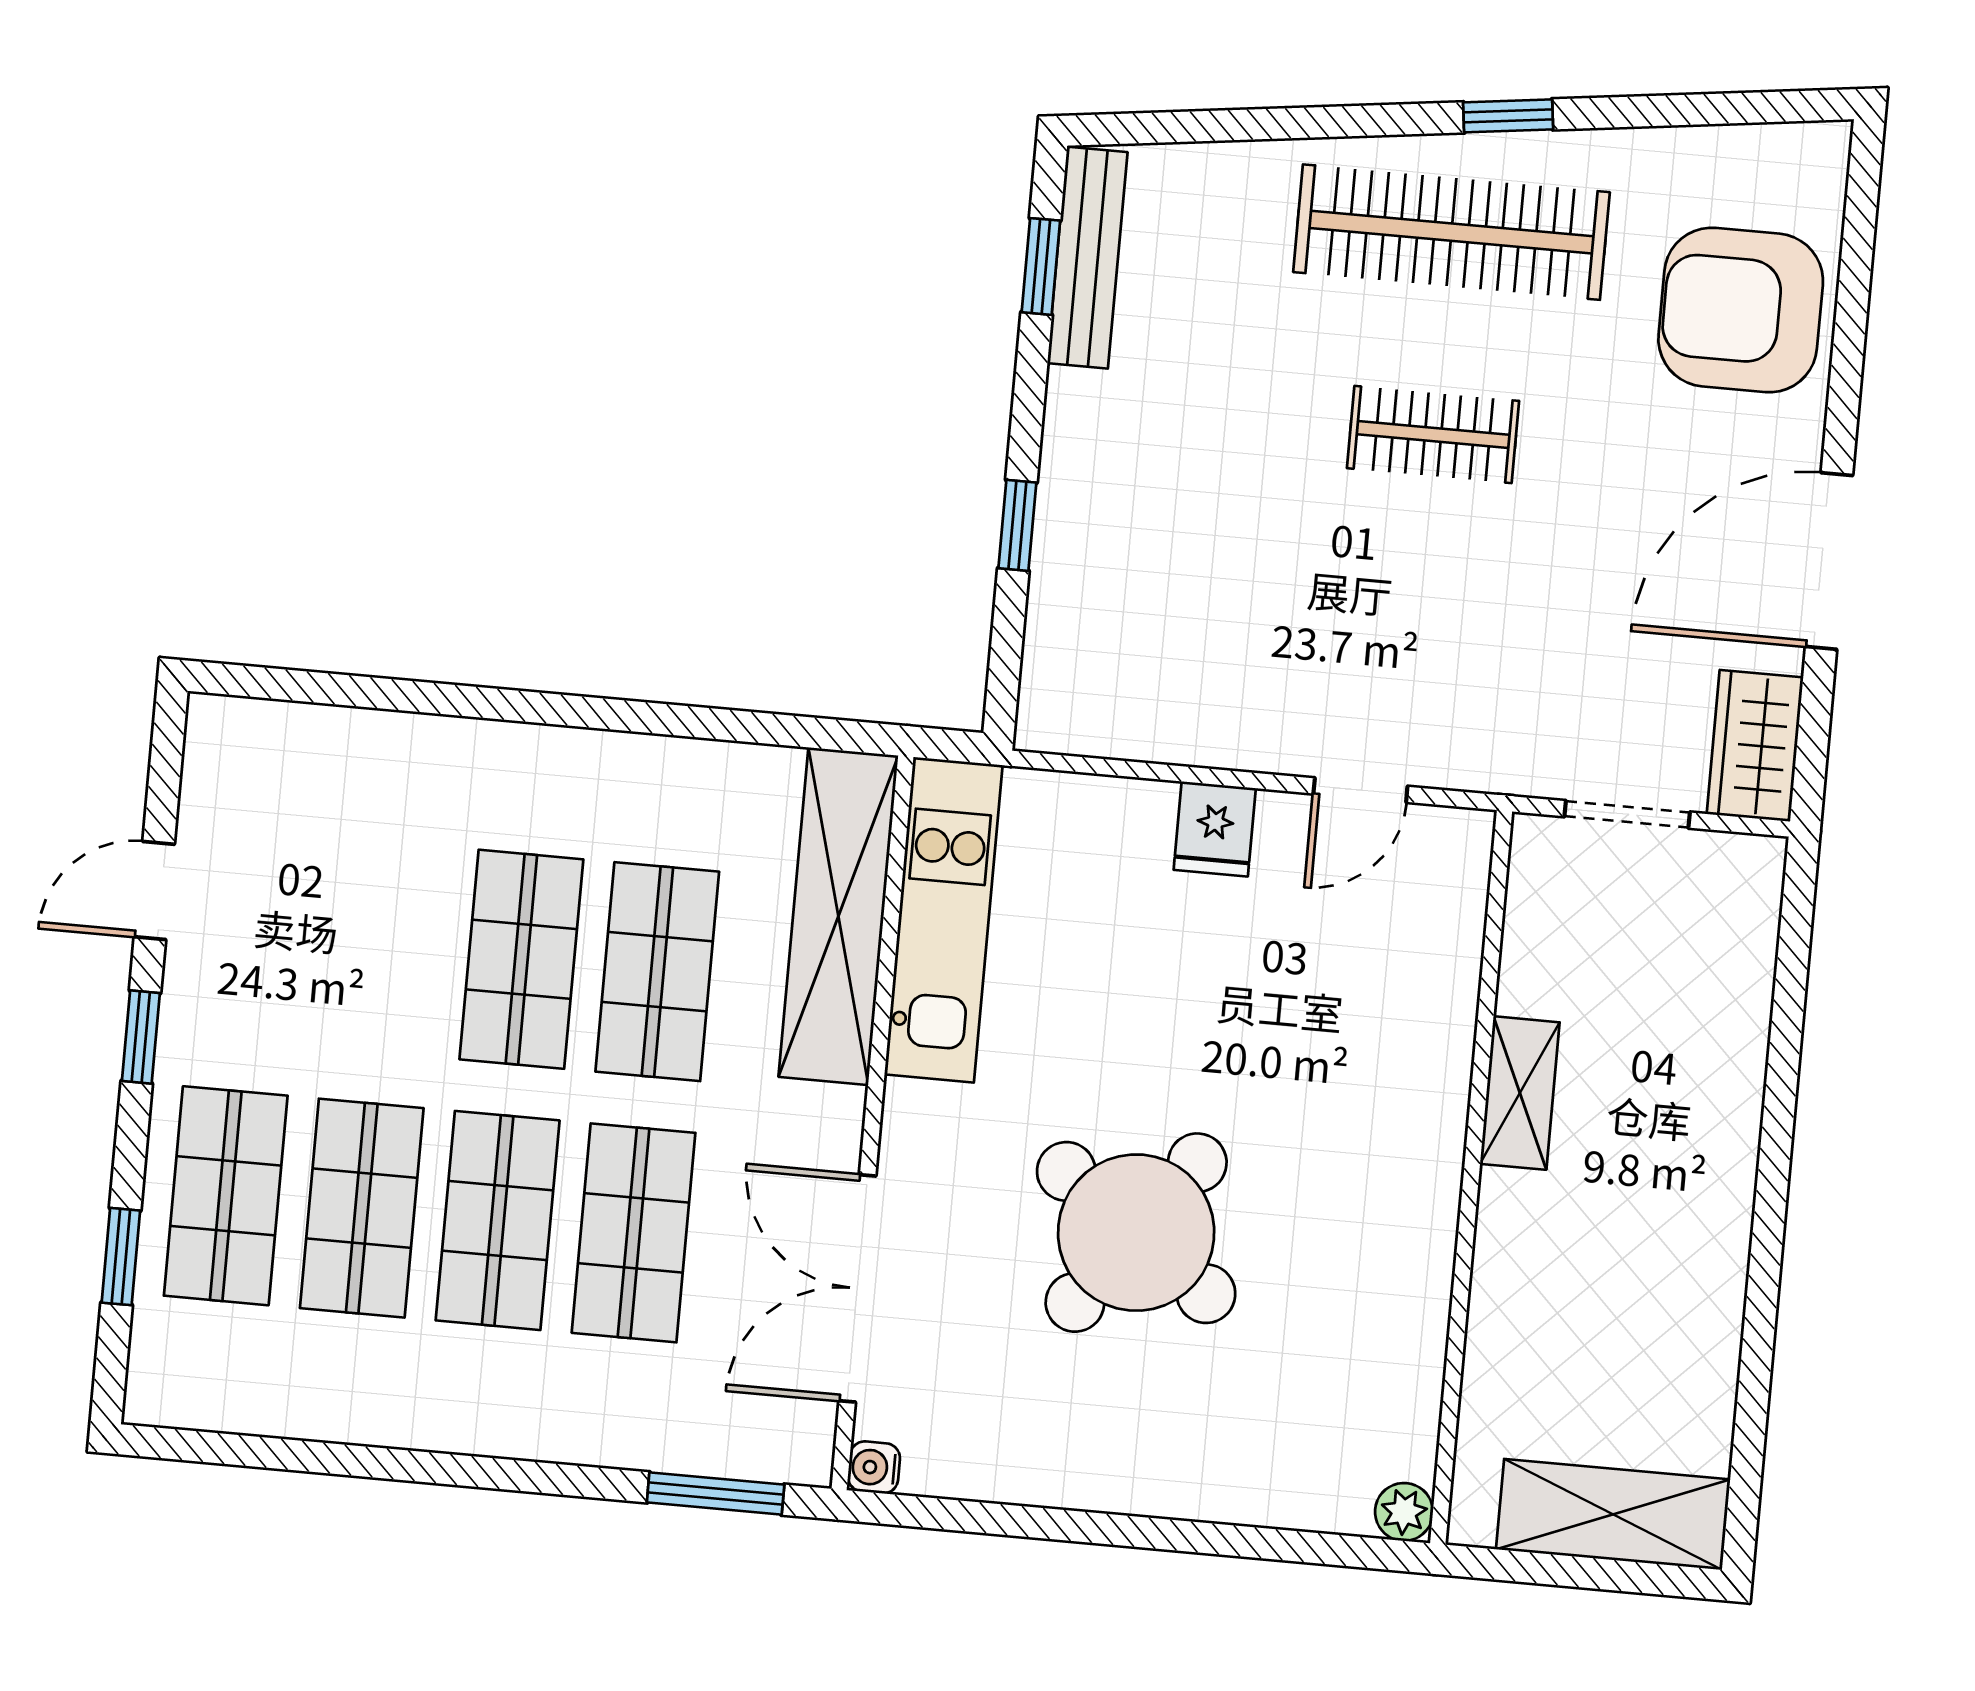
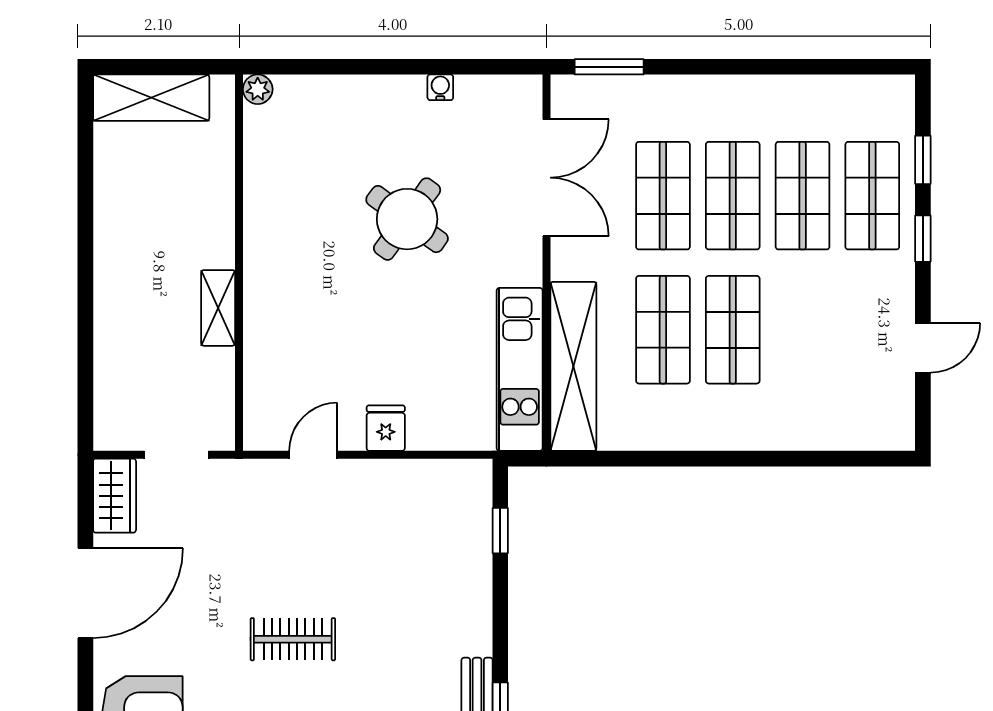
window: (1017, 525) -> (500, 531), moved
window: (141, 1037) -> (923, 239), moved
round table: (1136, 1233) -> (407, 219), width x0.73, depth x0.73
water cooler: (874, 1467) -> (440, 87), moved, turned -90

